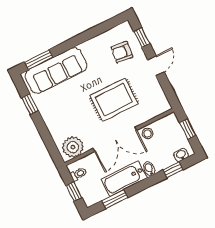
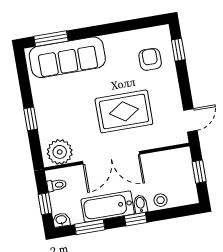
armchair: (122, 52) -> (150, 59), turned 84
door: (156, 66) -> (190, 120), moved
window: (30, 104) -> (31, 119), moved
stool: (147, 133) -> (161, 200), moved
washbasin: (181, 155) -> (61, 220), moved
window: (173, 170) -> (136, 219), moved

